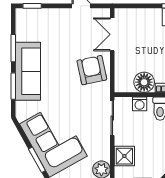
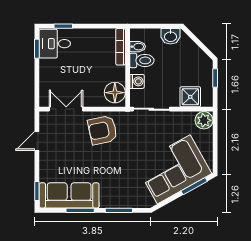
double door: (112, 34) -> (66, 109), swing flipped
sofa: (28, 71) -> (69, 195), moved
floor lamp: (144, 82) -> (115, 93), moved

